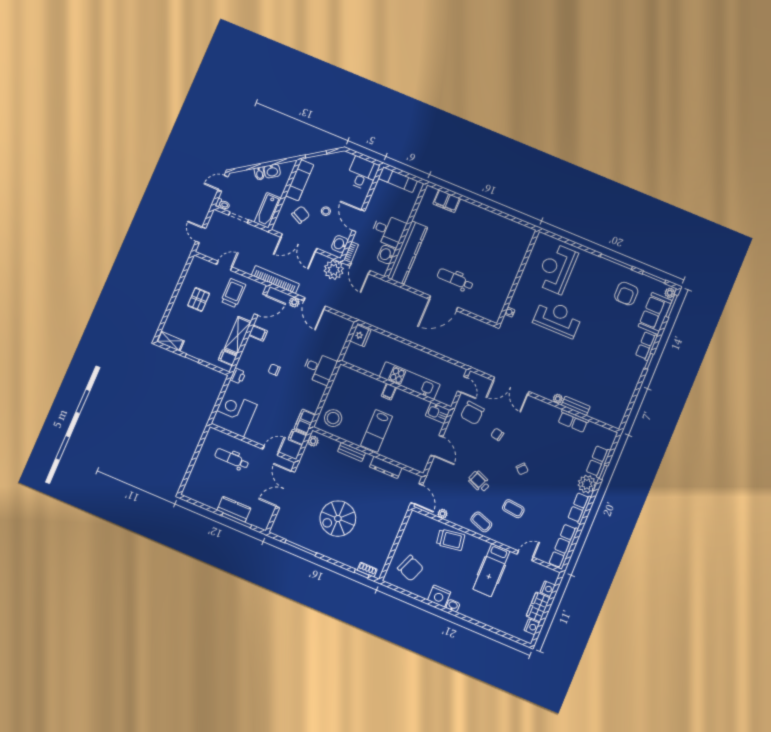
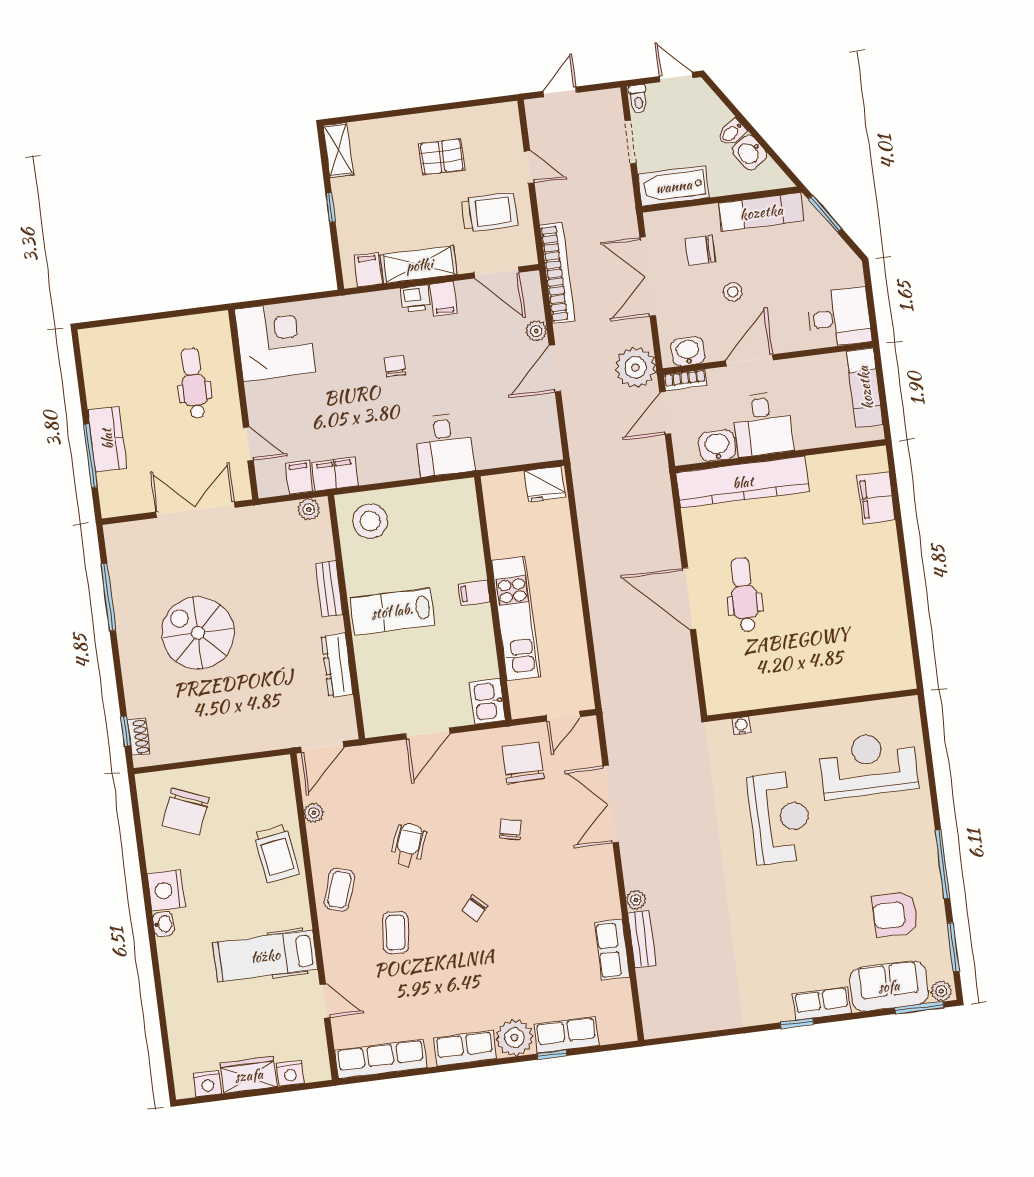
chair: (301, 215) -> (700, 250), turned 153
printer: (238, 376) -> (415, 299), moved
chair: (472, 413) -> (523, 763), turned 85

